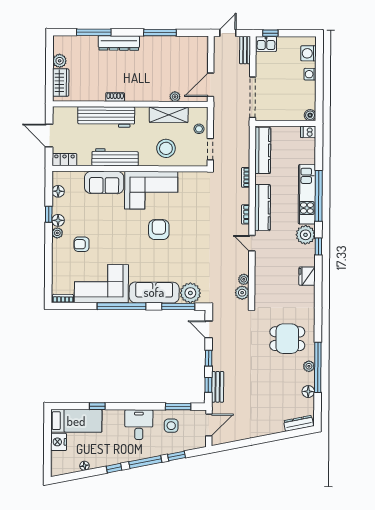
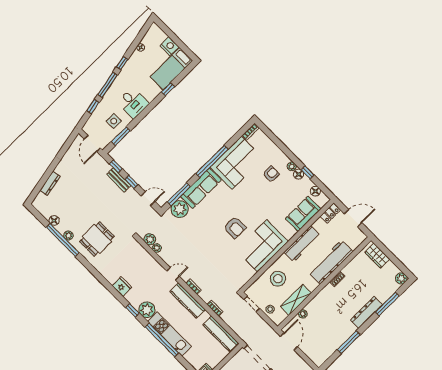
plant: (60, 61) -> (401, 278), moved
sofa: (104, 182) -> (303, 214), moved
bench: (218, 387) -> (119, 180), moved
dresser: (299, 423) -> (50, 183), moved

